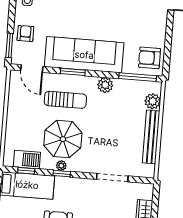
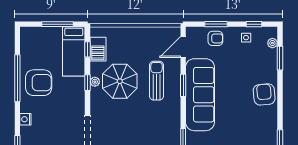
window: (9, 45) -> (216, 24), moved
plant: (105, 85) -> (173, 117), removed
sun lounger: (65, 100) -> (157, 81), turned 180

